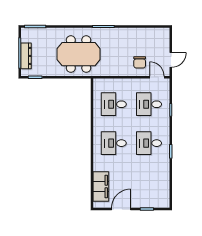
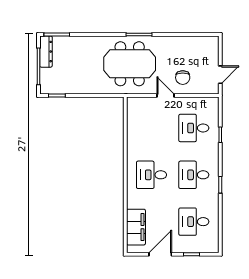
meeting table: (79, 54) -> (130, 64), moved
dresser: (26, 56) -> (46, 52), moved
door: (157, 77) -> (165, 95), moved
desk: (114, 104) -> (194, 222), moved

